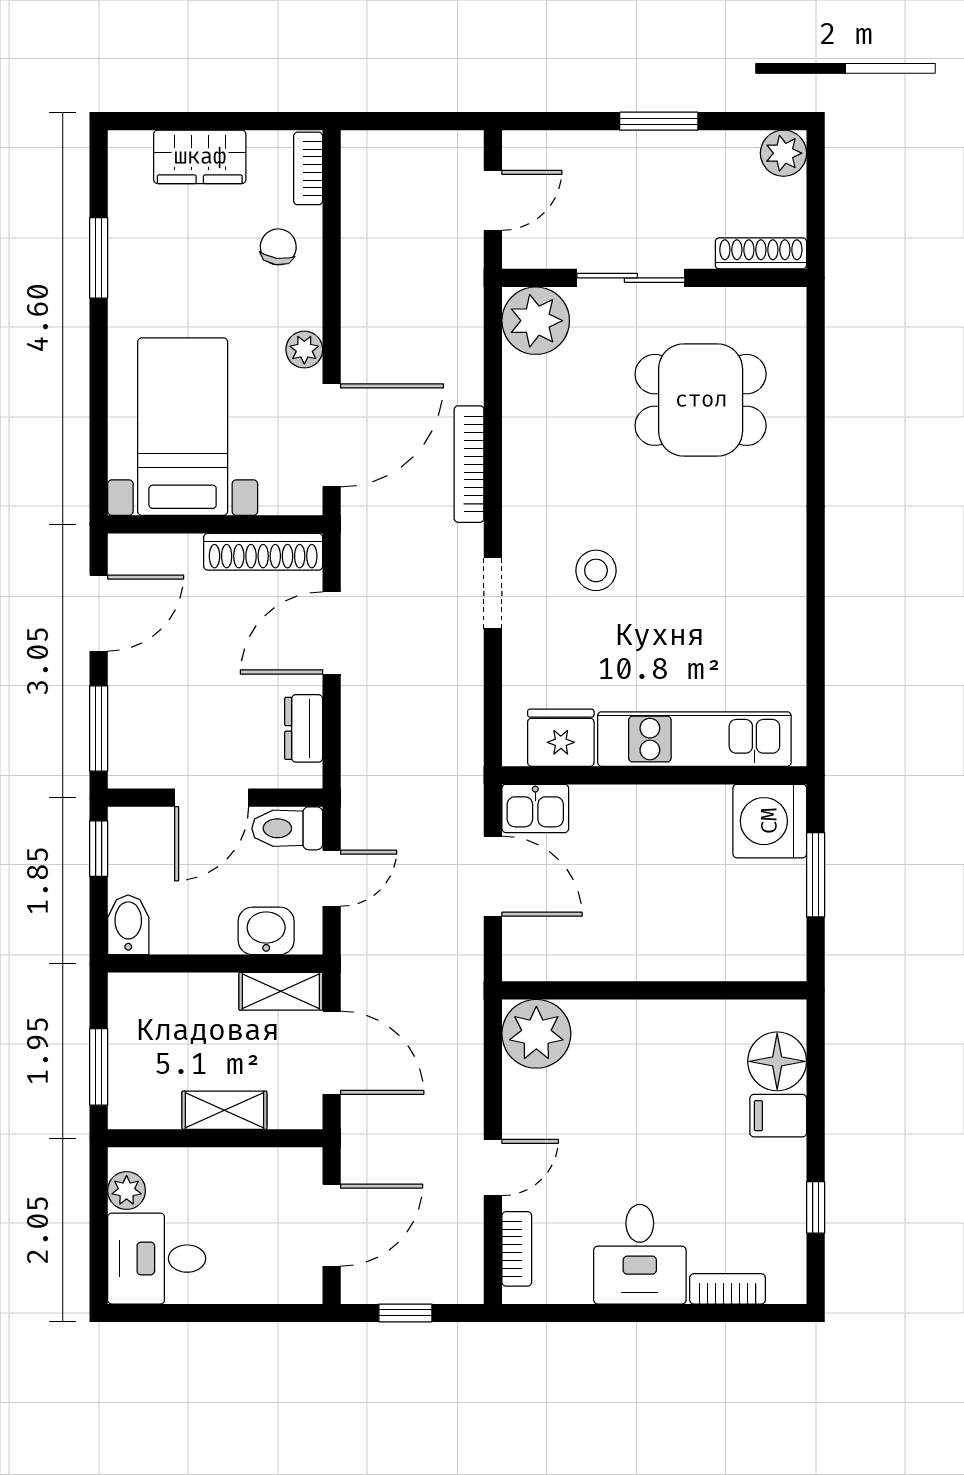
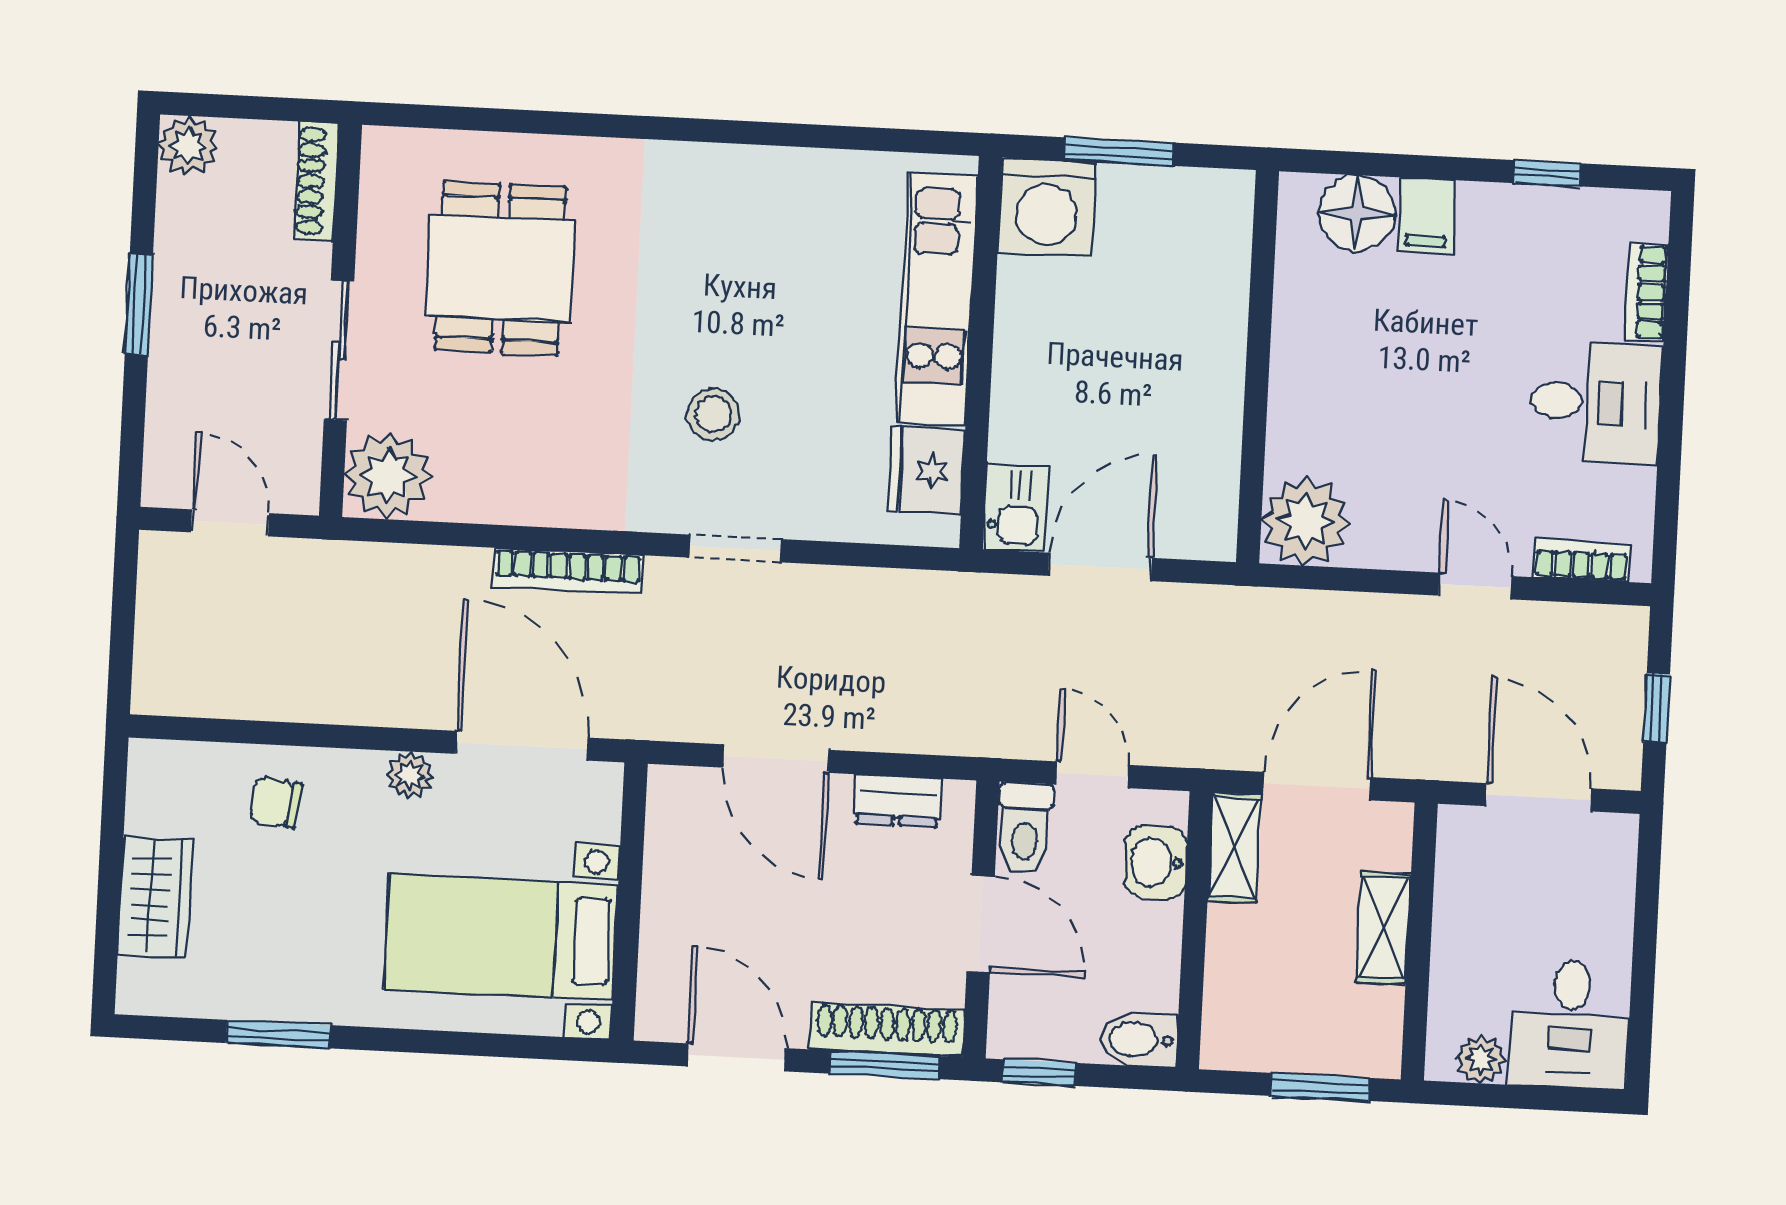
bookcase: (308, 168) -> (177, 759), removed
shoe rack: (263, 552) -> (887, 1030), moved, turned -90

